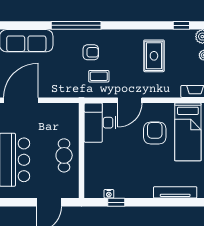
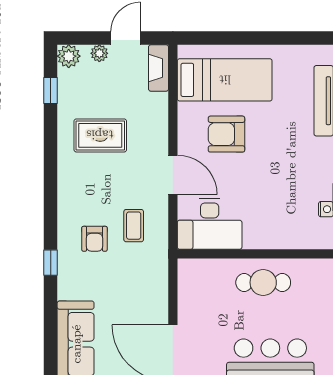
window: (76, 25) -> (51, 263), width x0.32
armchair: (91, 52) -> (94, 239), turned 180

